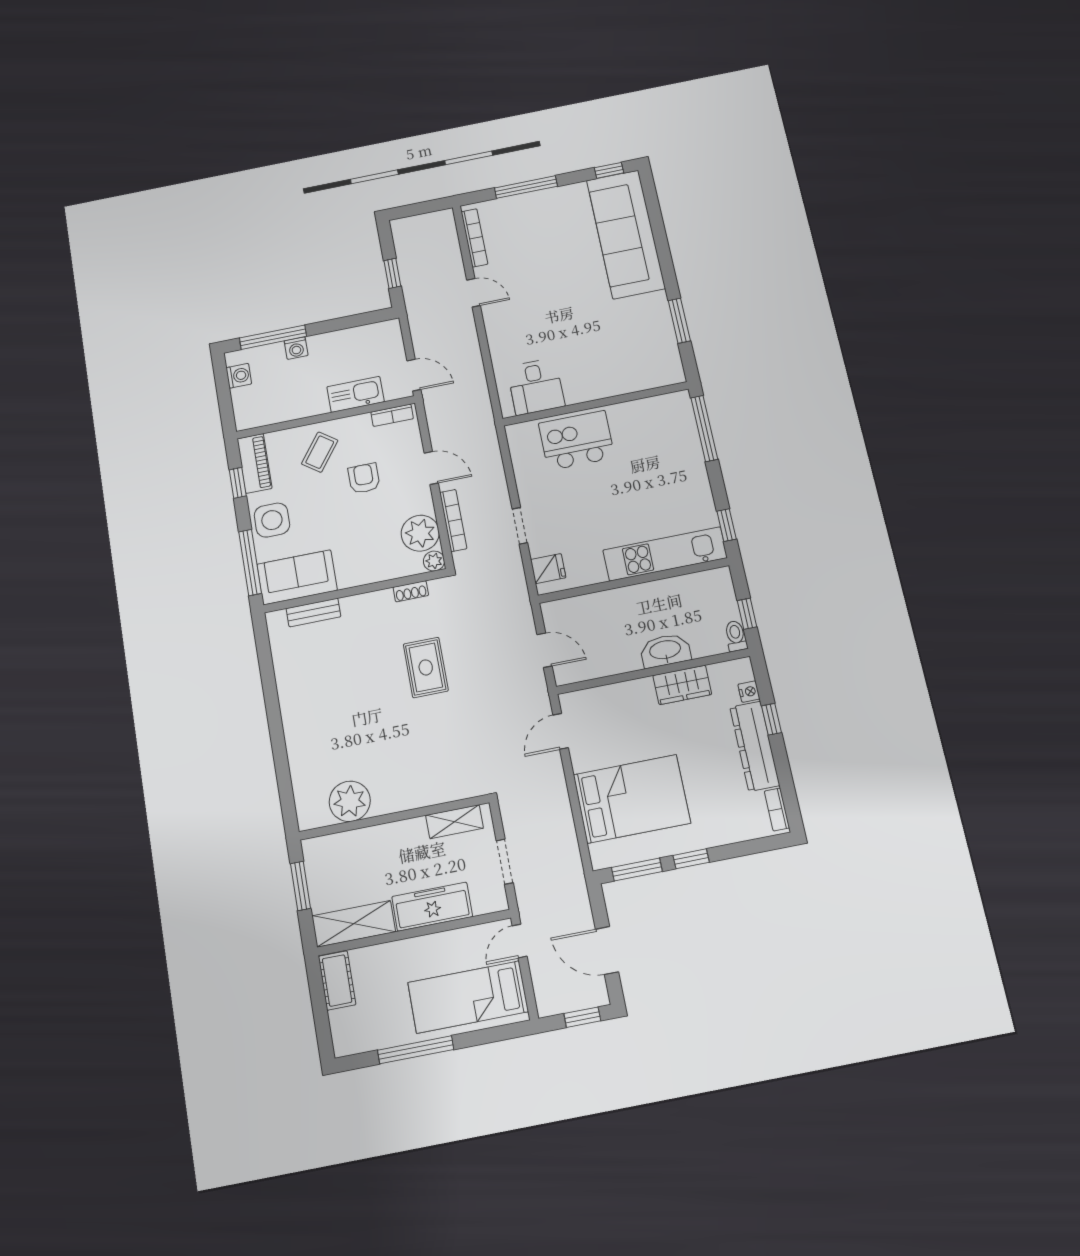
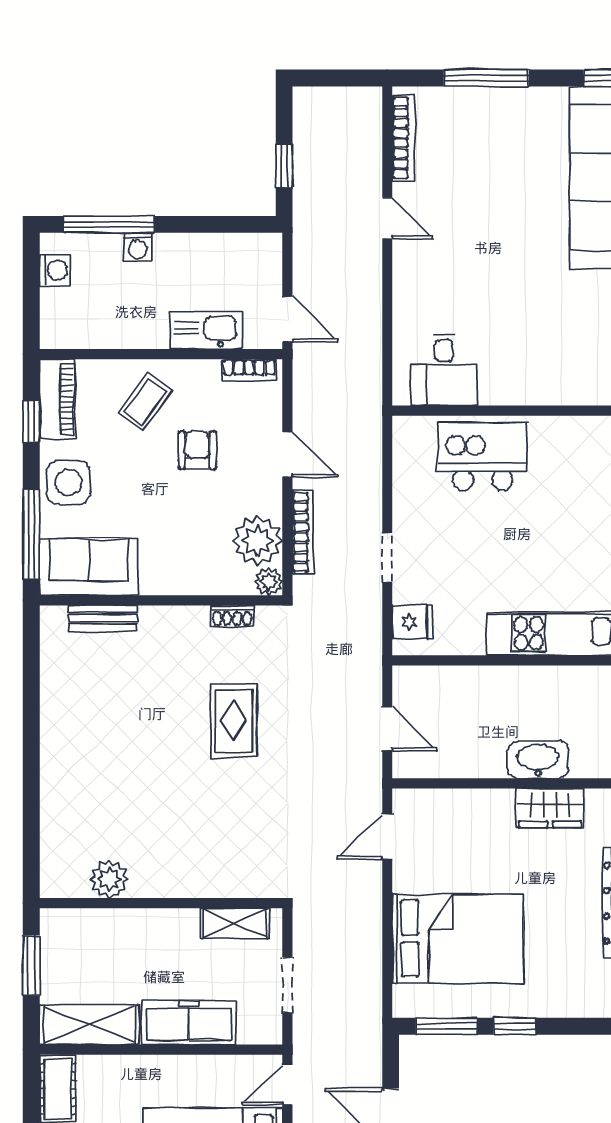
plant: (350, 801) -> (109, 879), width x0.73, depth x0.73

